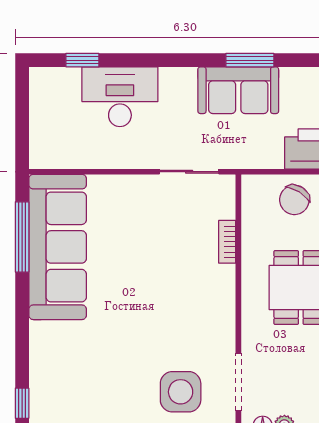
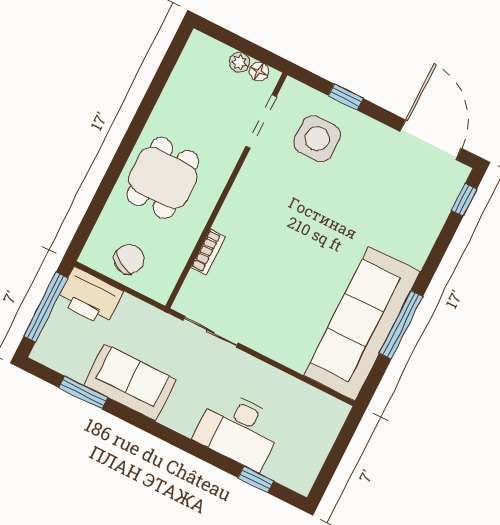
window: (250, 60) -> (83, 393), moved
window: (22, 237) -> (401, 325), moved

